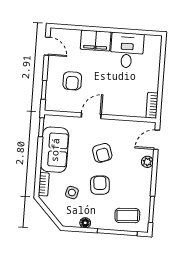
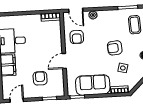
armchair: (72, 81) -> (40, 78), turned -90
door: (91, 116) -> (64, 61), hinge flipped
armchair: (102, 153) -> (77, 37), moved, turned 109

